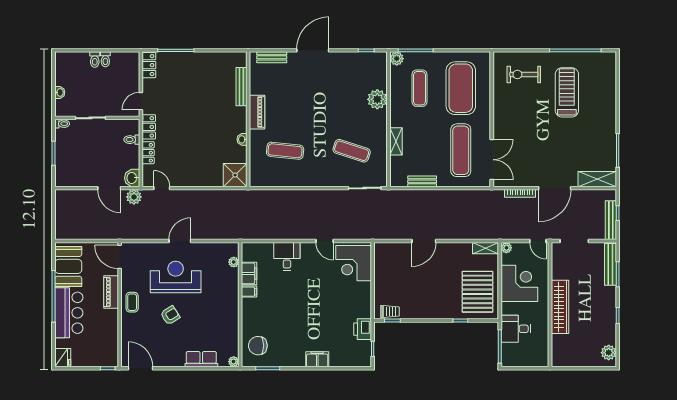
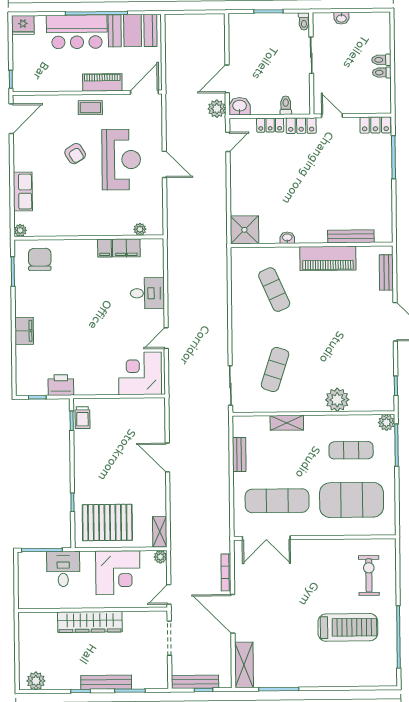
piano: (257, 112) -> (328, 258), width x1.37, depth x1.33
exercise mat: (285, 151) -> (274, 290), turned -30
bench: (610, 264) -> (106, 682), moved

